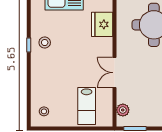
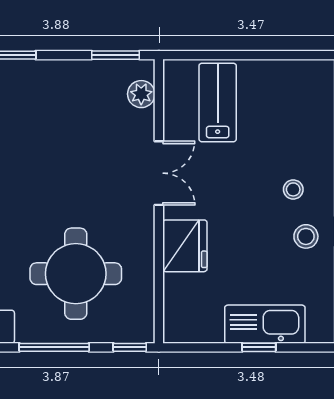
fridge: (102, 24) -> (185, 246), moved
stool: (44, 111) -> (293, 189), moved

